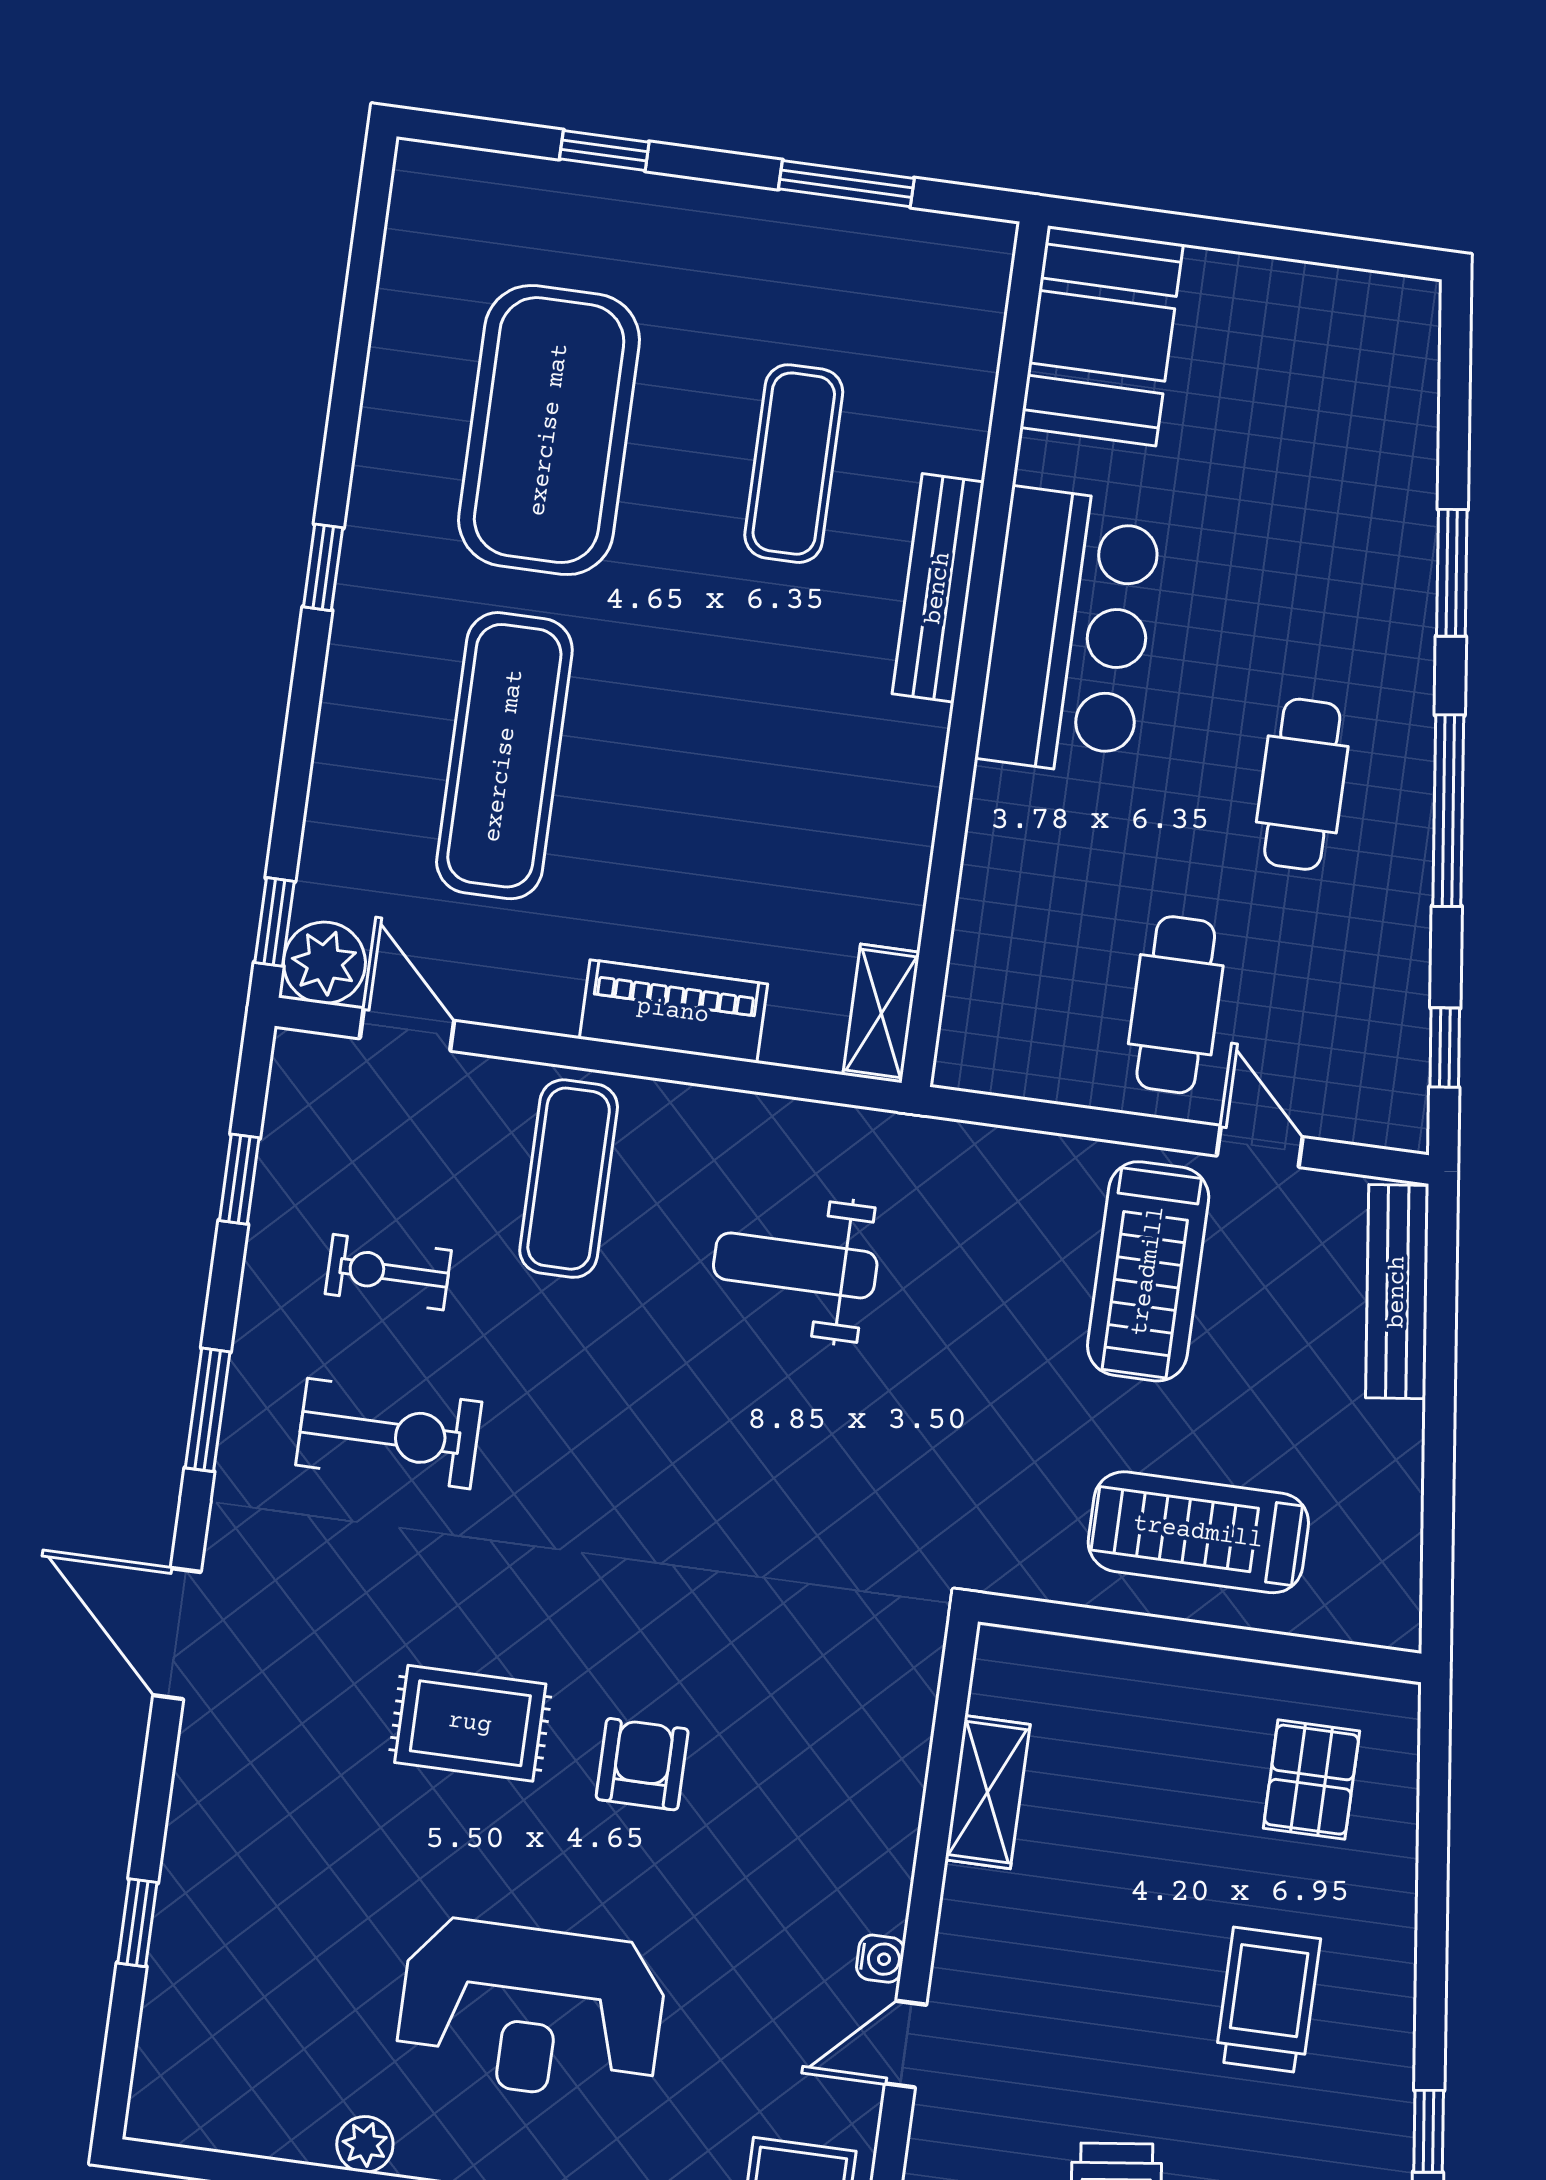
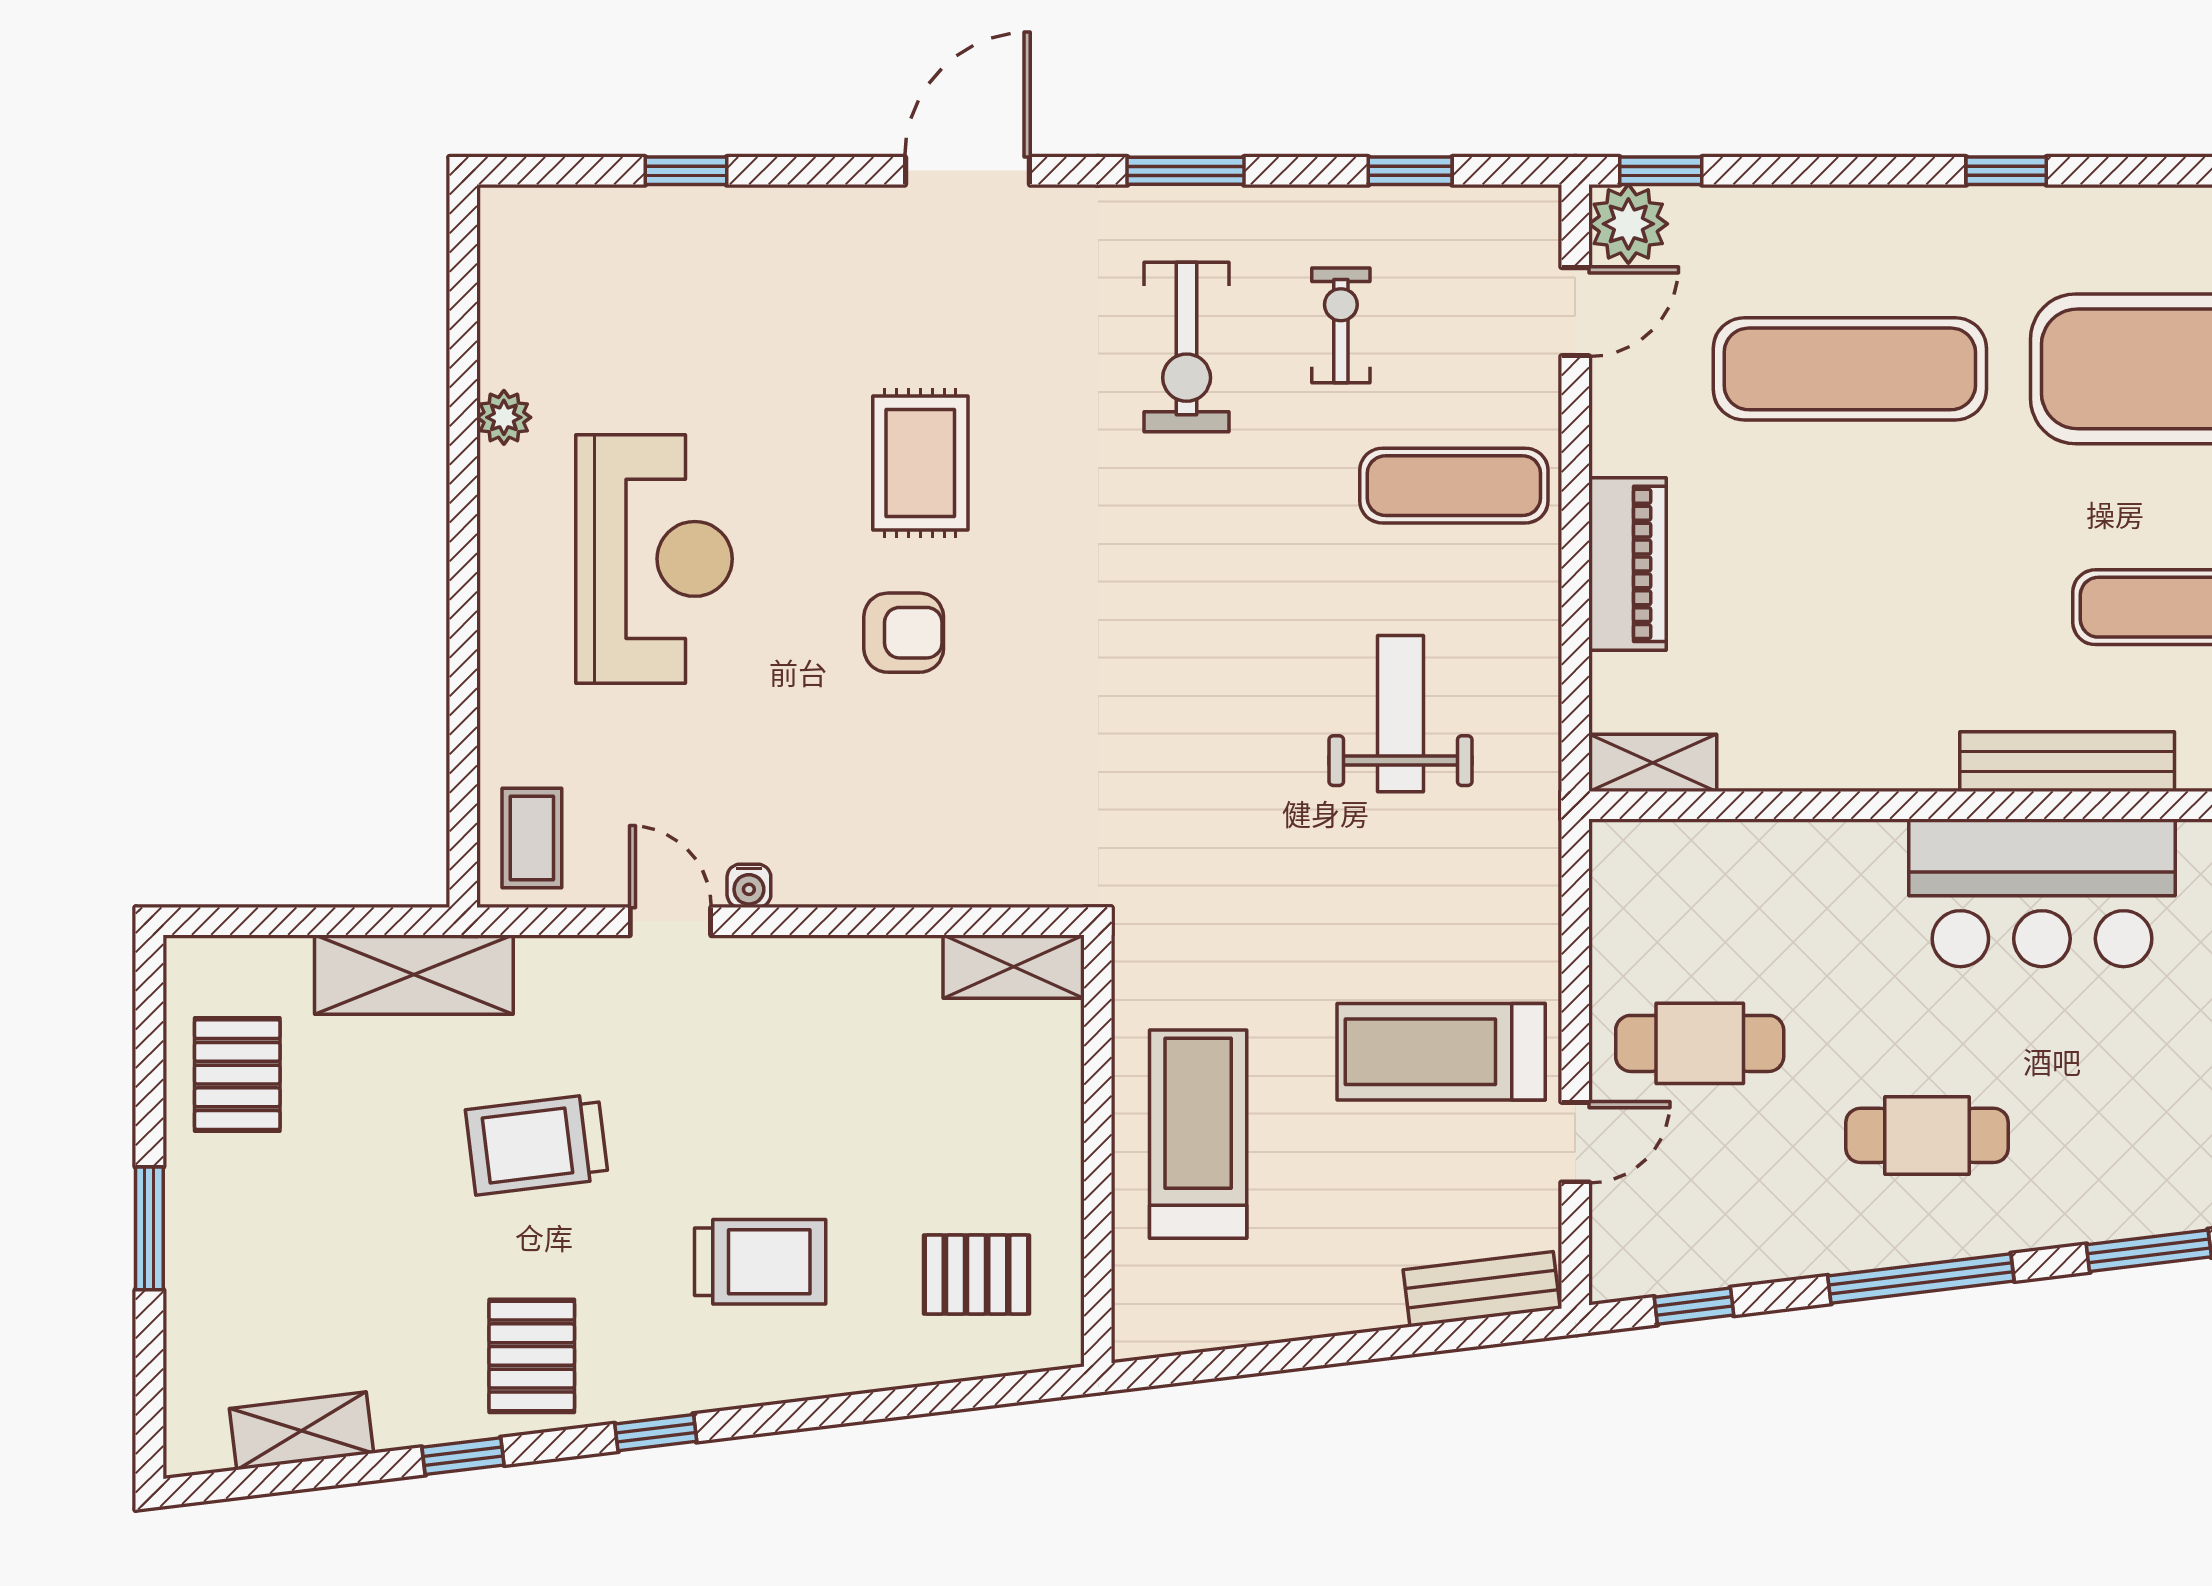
bench: (1397, 1292) -> (1482, 1289), width x0.73
shelving: (988, 1792) -> (1014, 967), moved
reception desk: (531, 2010) -> (654, 559), turned 180

